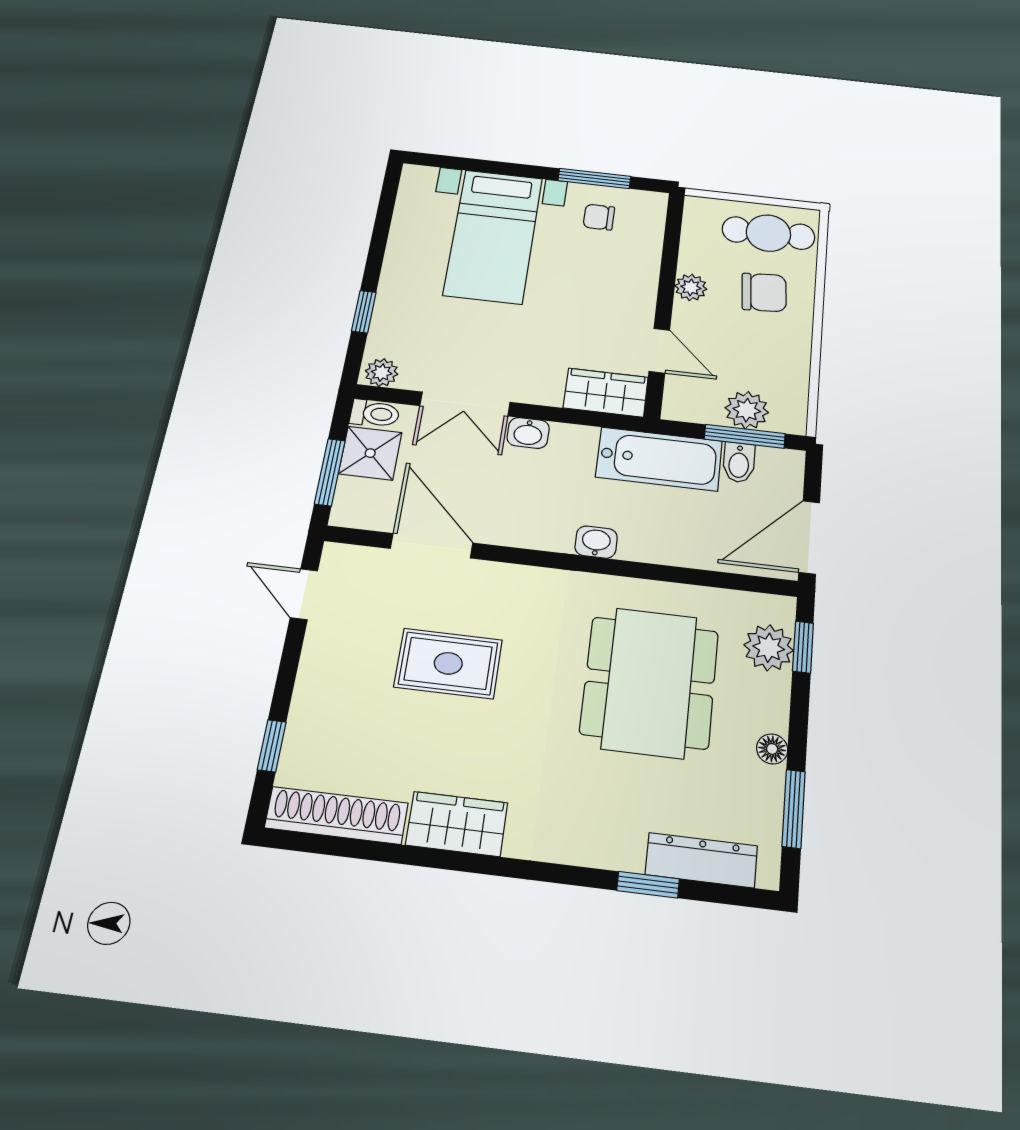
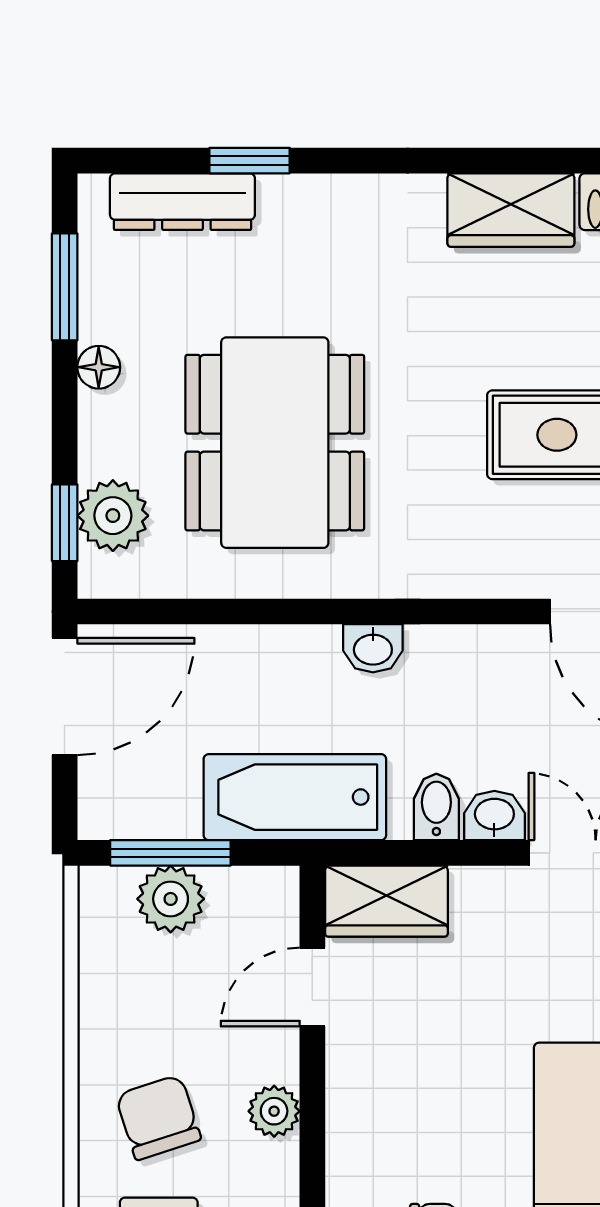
chair: (764, 292) -> (158, 1117), turned 76
door: (659, 351) -> (312, 987), hinge flipped
bidet: (739, 462) -> (436, 807), moved

